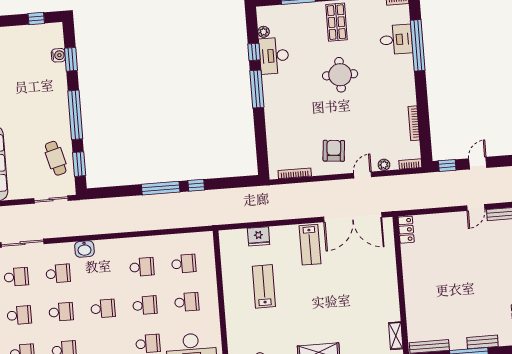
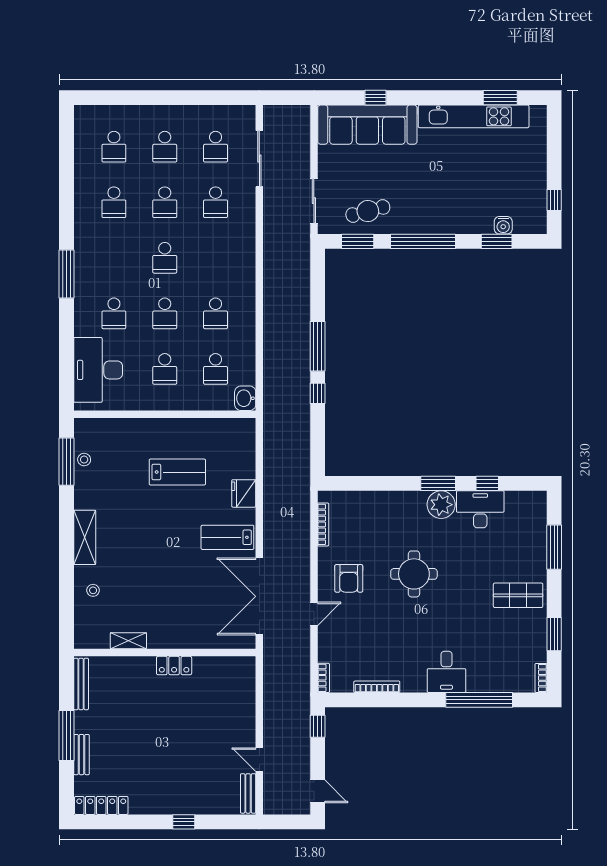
plant: (264, 32) -> (441, 505), moved, width x1.88, depth x1.88
desk: (396, 40) -> (446, 672), moved
round table: (340, 75) -> (414, 574), moved
window: (257, 89) -> (438, 483), width x0.69
armchair: (334, 151) -> (349, 578), turned 85
door: (478, 163) -> (318, 791), moved
plant: (384, 165) -> (325, 643), removed
door: (363, 175) -> (314, 614), hinge flipped
locker: (406, 230) -> (174, 666), moved
fridge: (259, 236) -> (244, 493), moved
washbasin: (84, 249) -> (245, 398), moved
shelving: (396, 336) -> (128, 641), moved
stool: (358, 343) -> (93, 590), added

